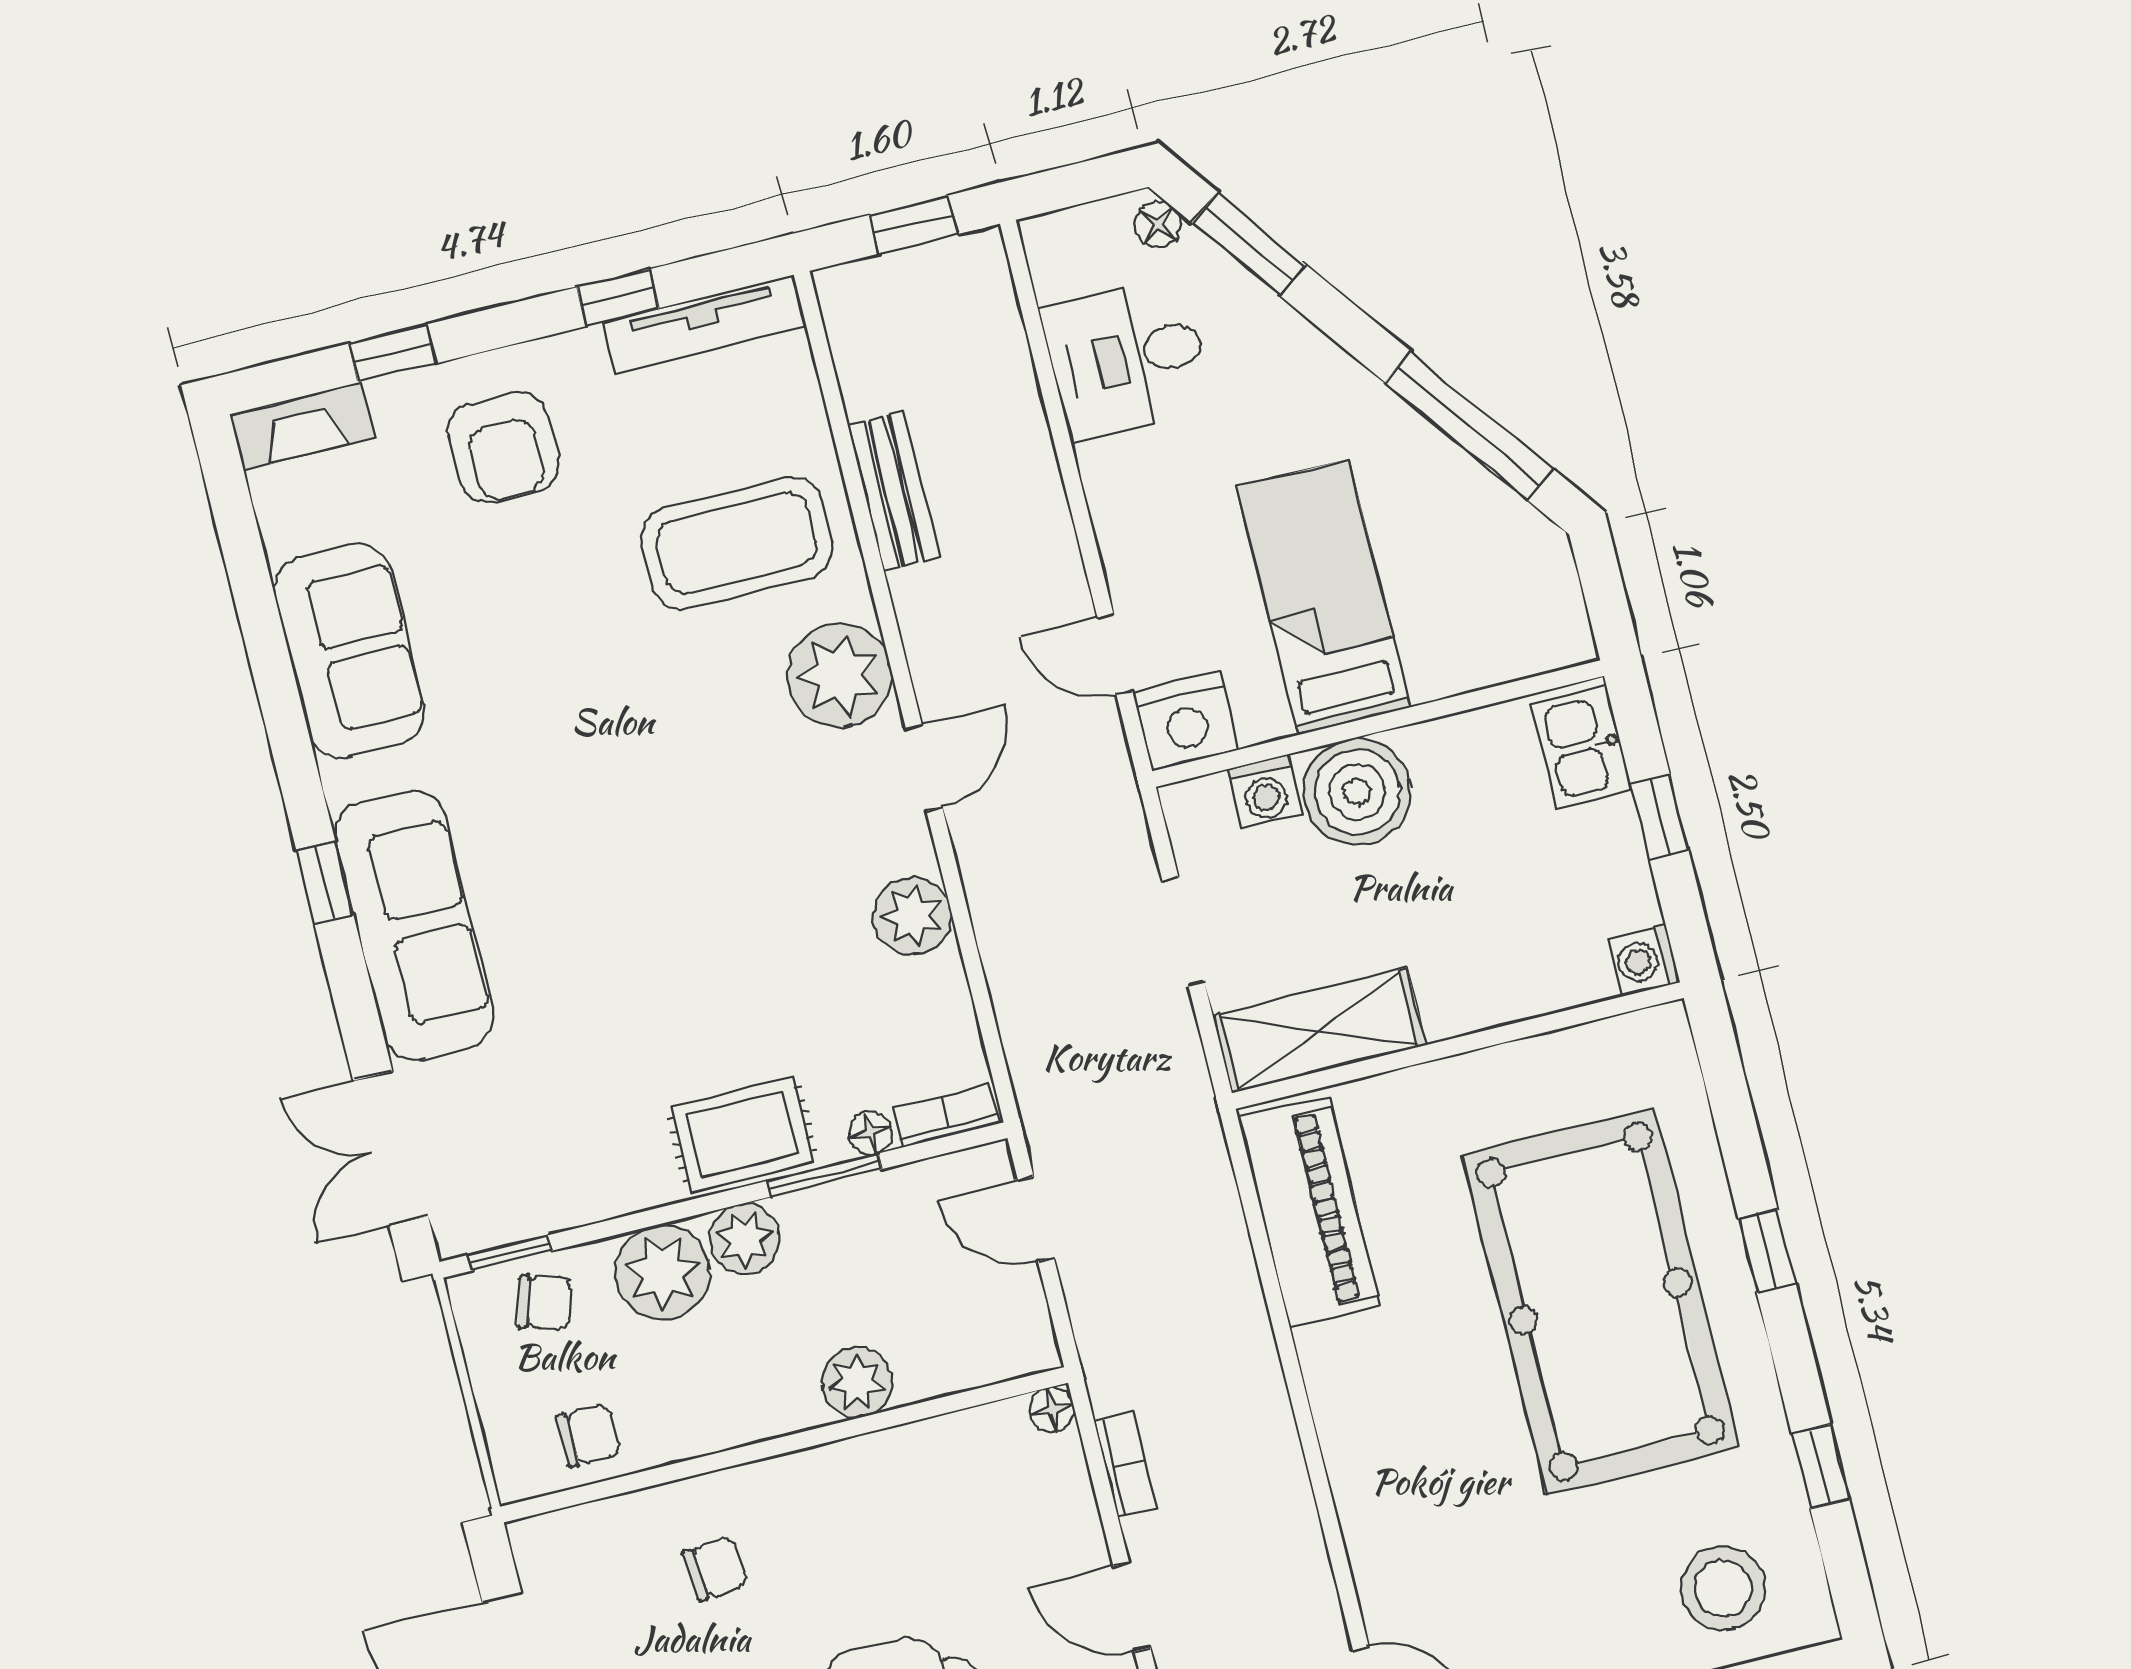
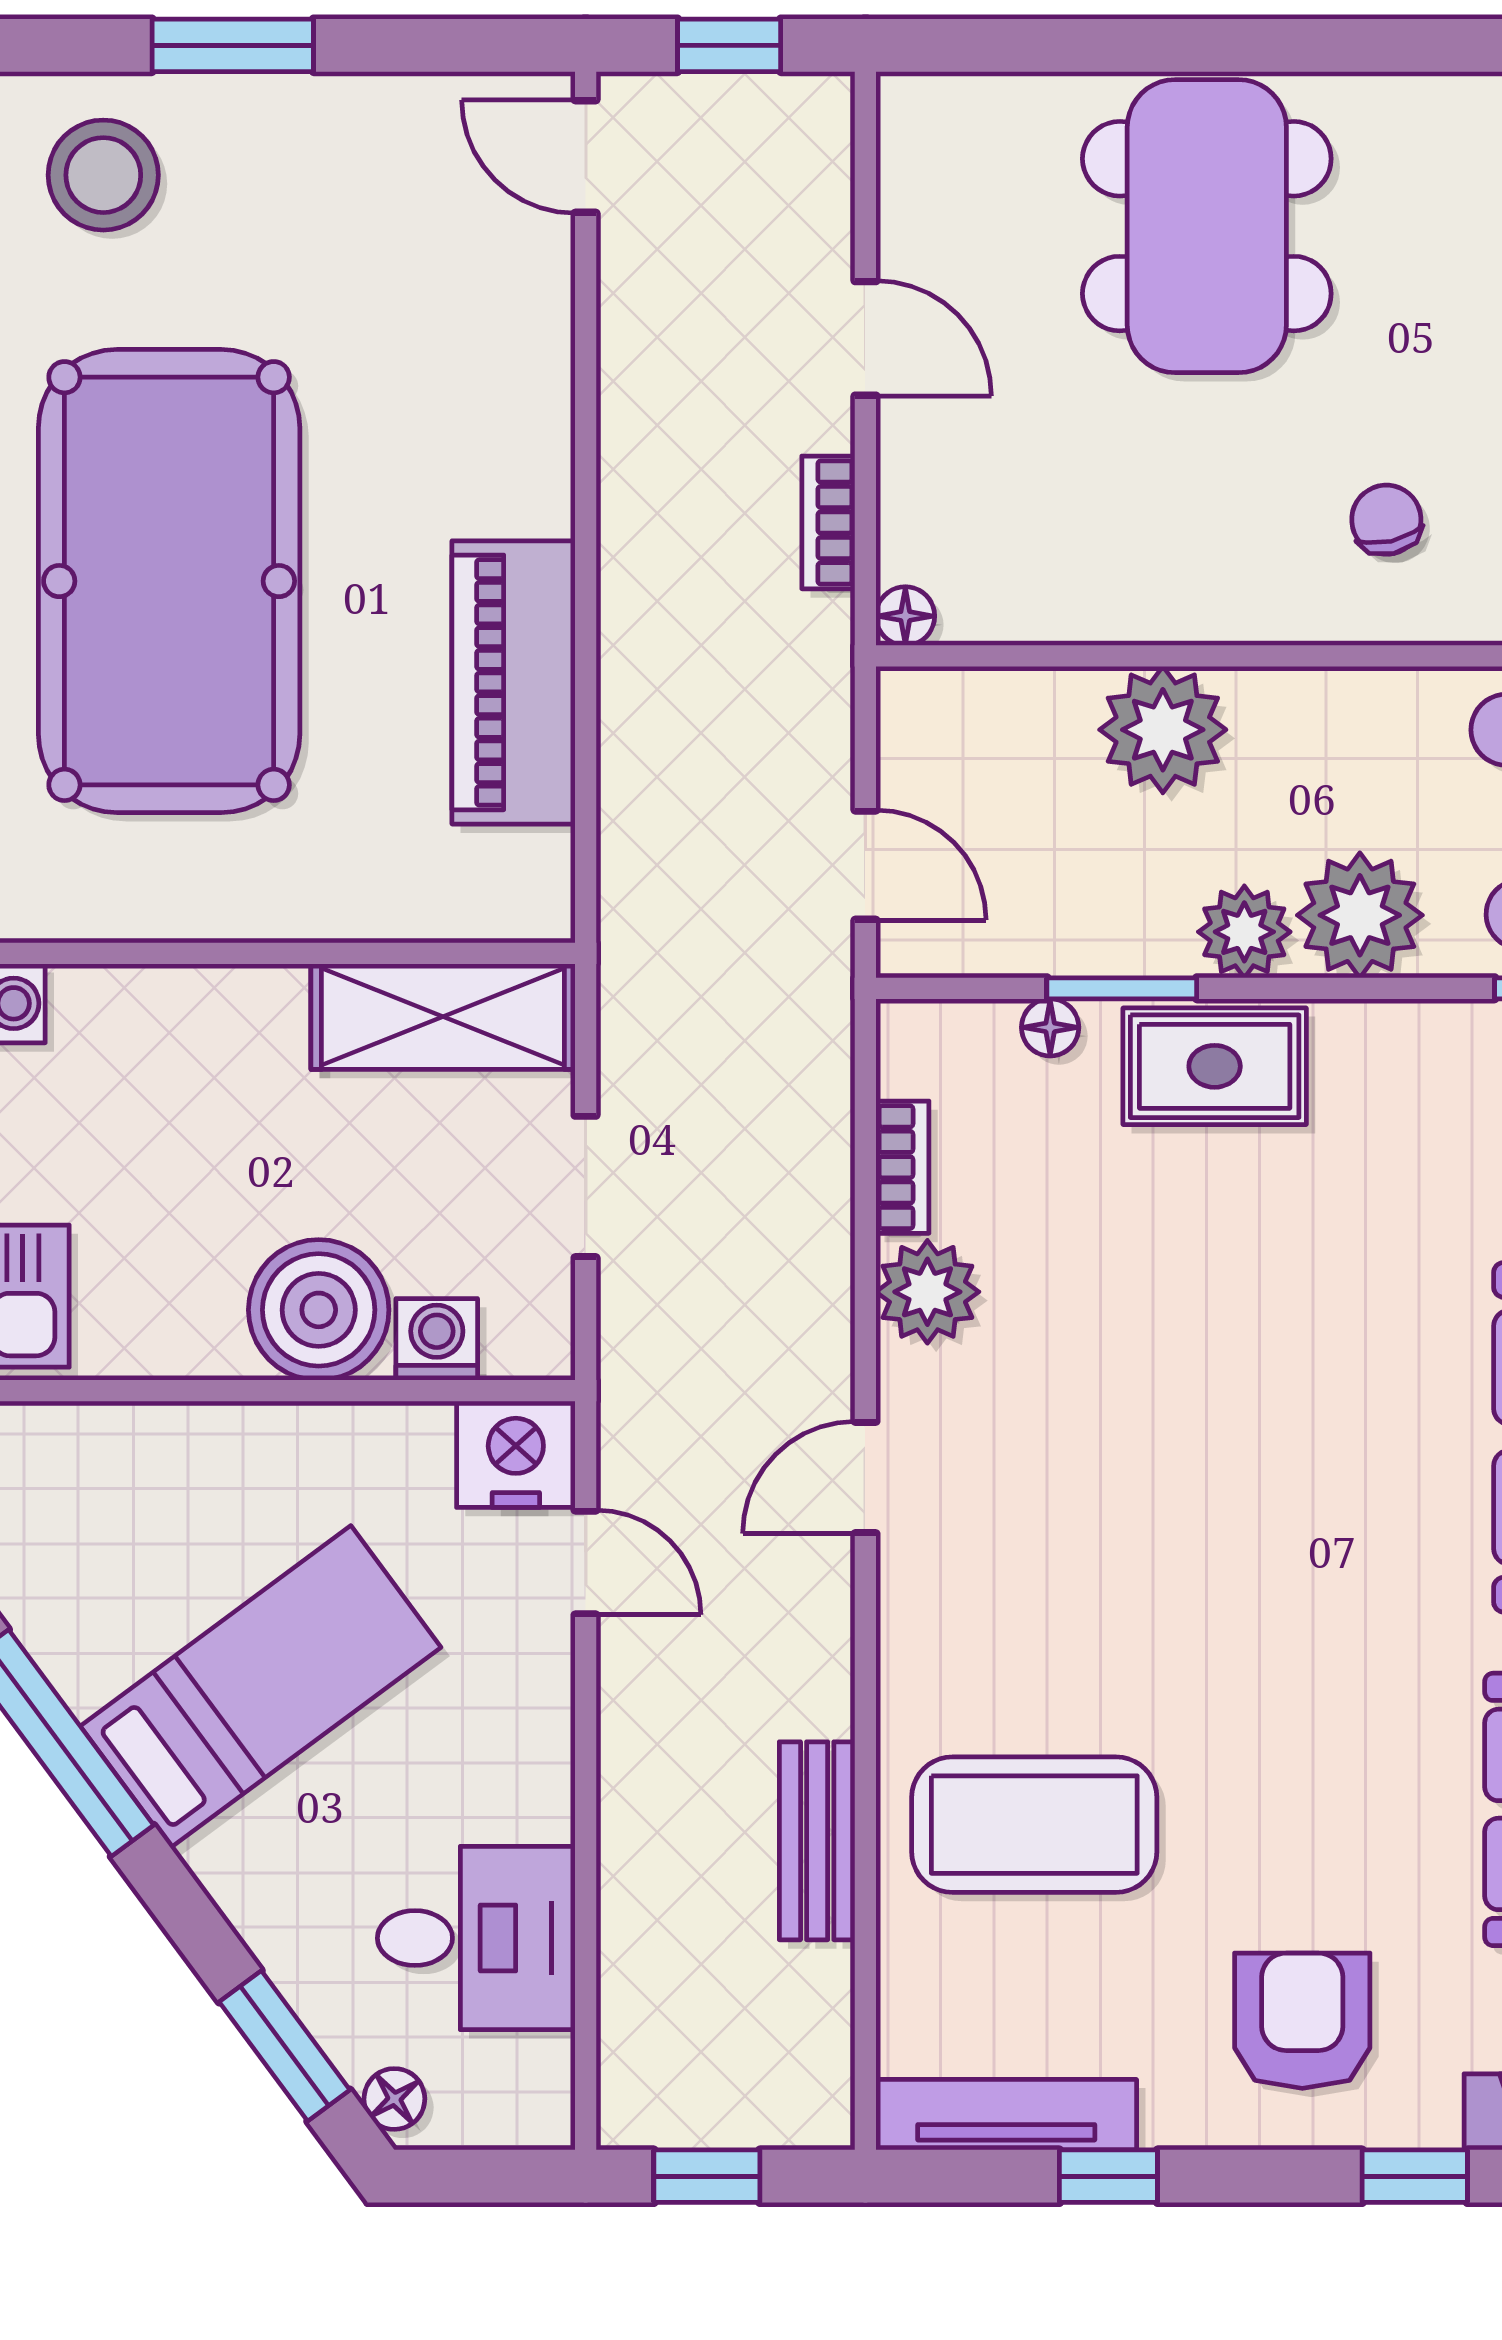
bed: (1324, 597) -> (261, 1687), moved, turned -127
plant: (839, 675) -> (945, 1623), removed
bookcase: (946, 1116) -> (902, 1167), moved, turned -90
piano: (1309, 1212) -> (514, 682), moved
plant: (857, 1382) -> (1163, 730), width x1.36, depth x1.36
chair: (715, 1568) -> (1386, 520), turned 83

